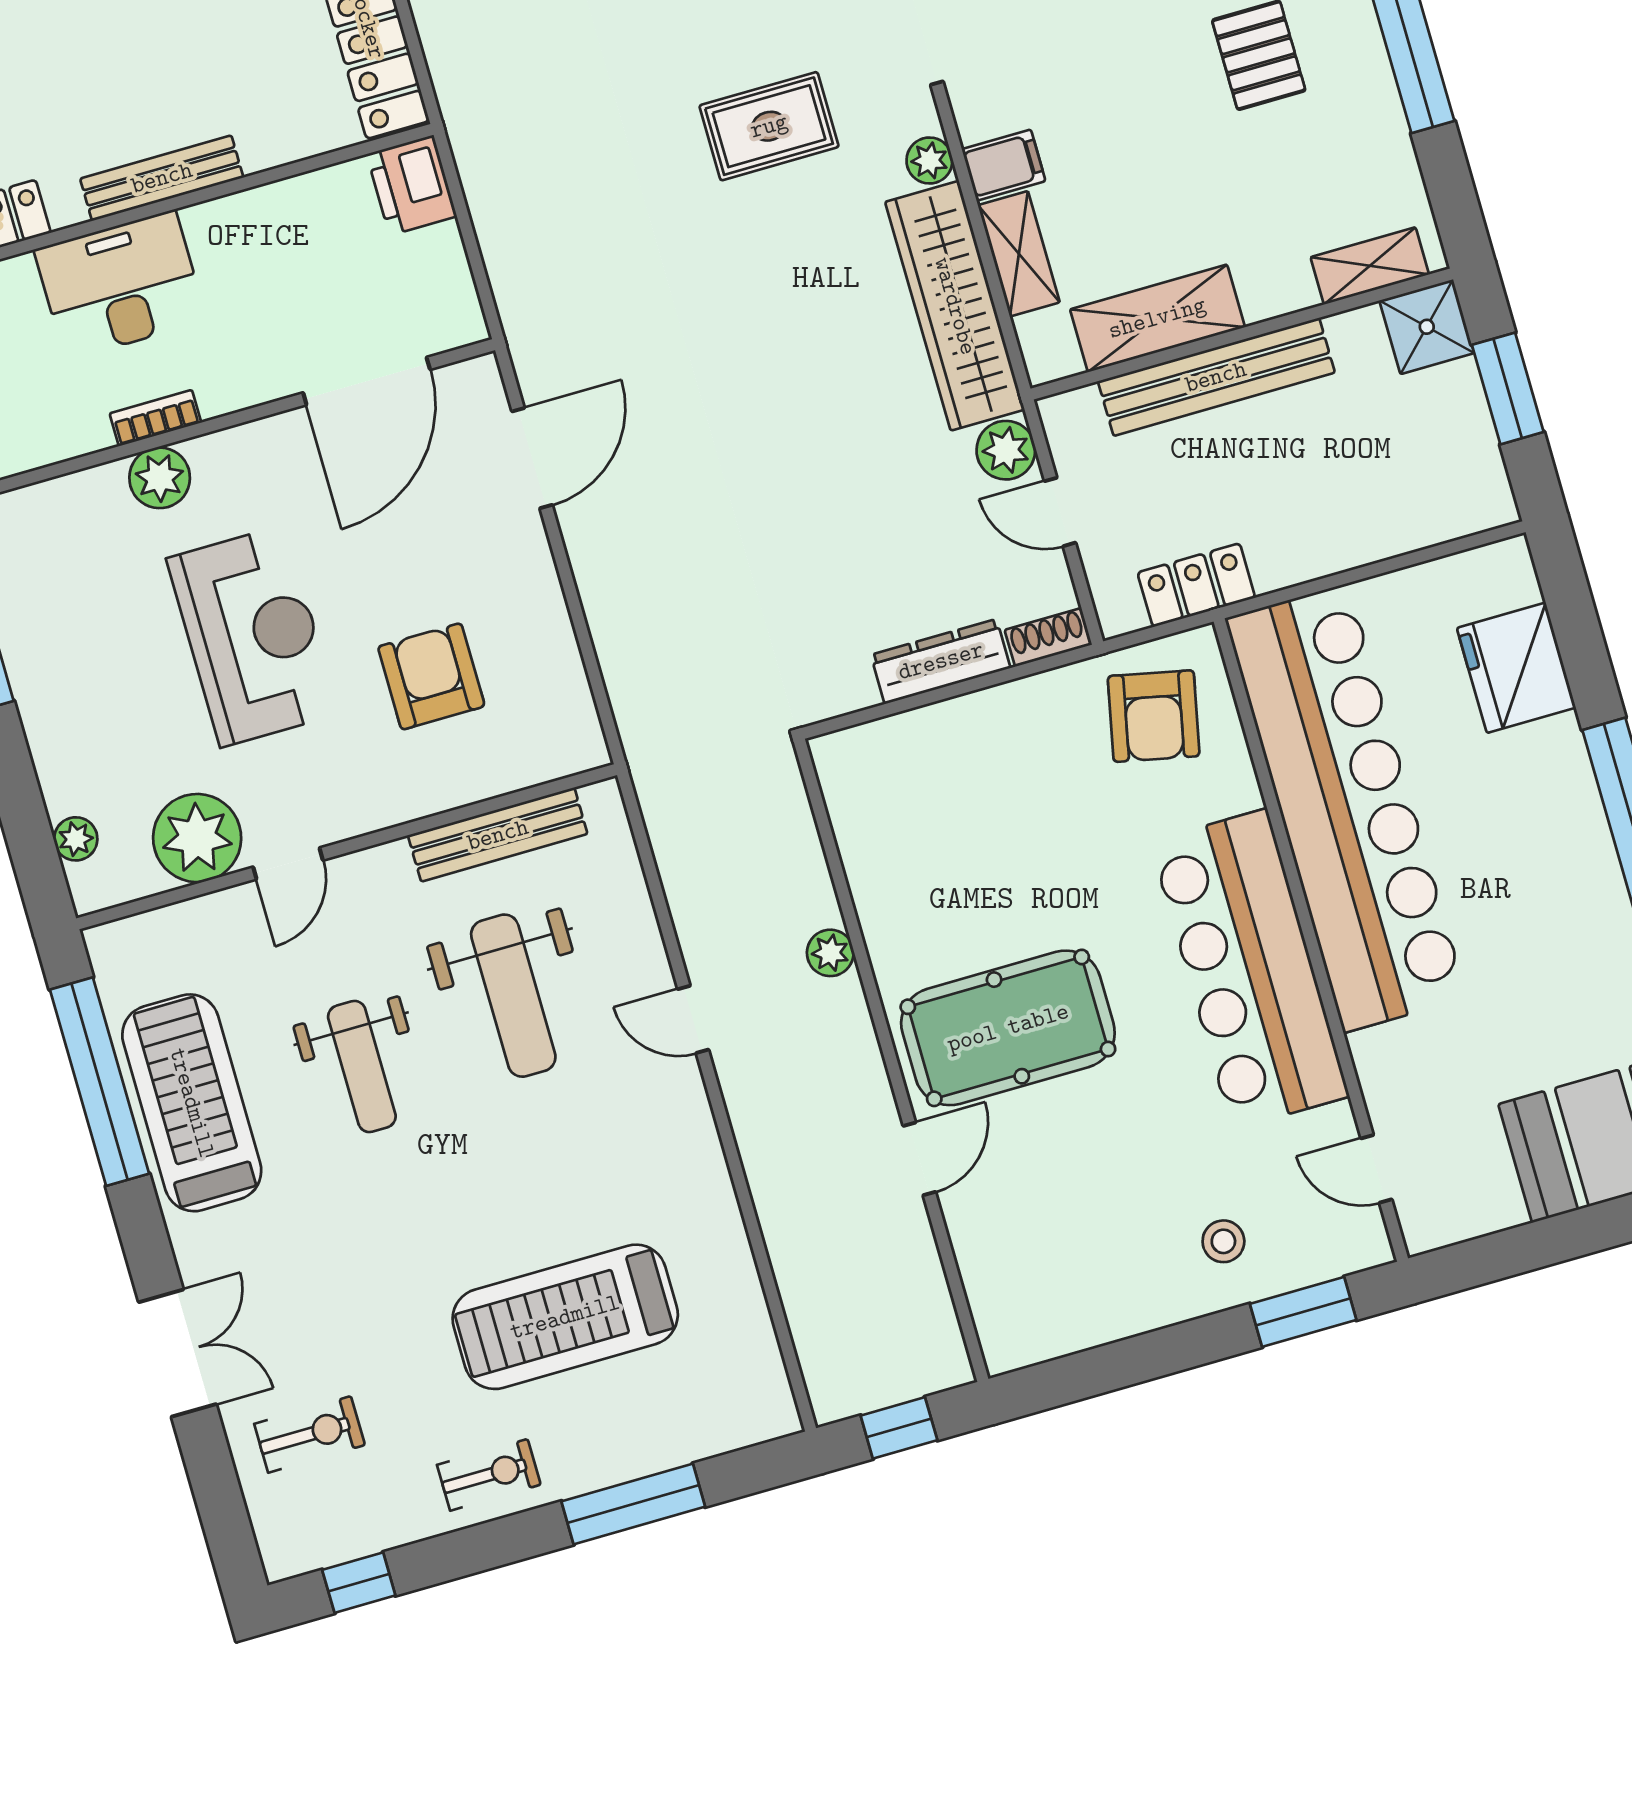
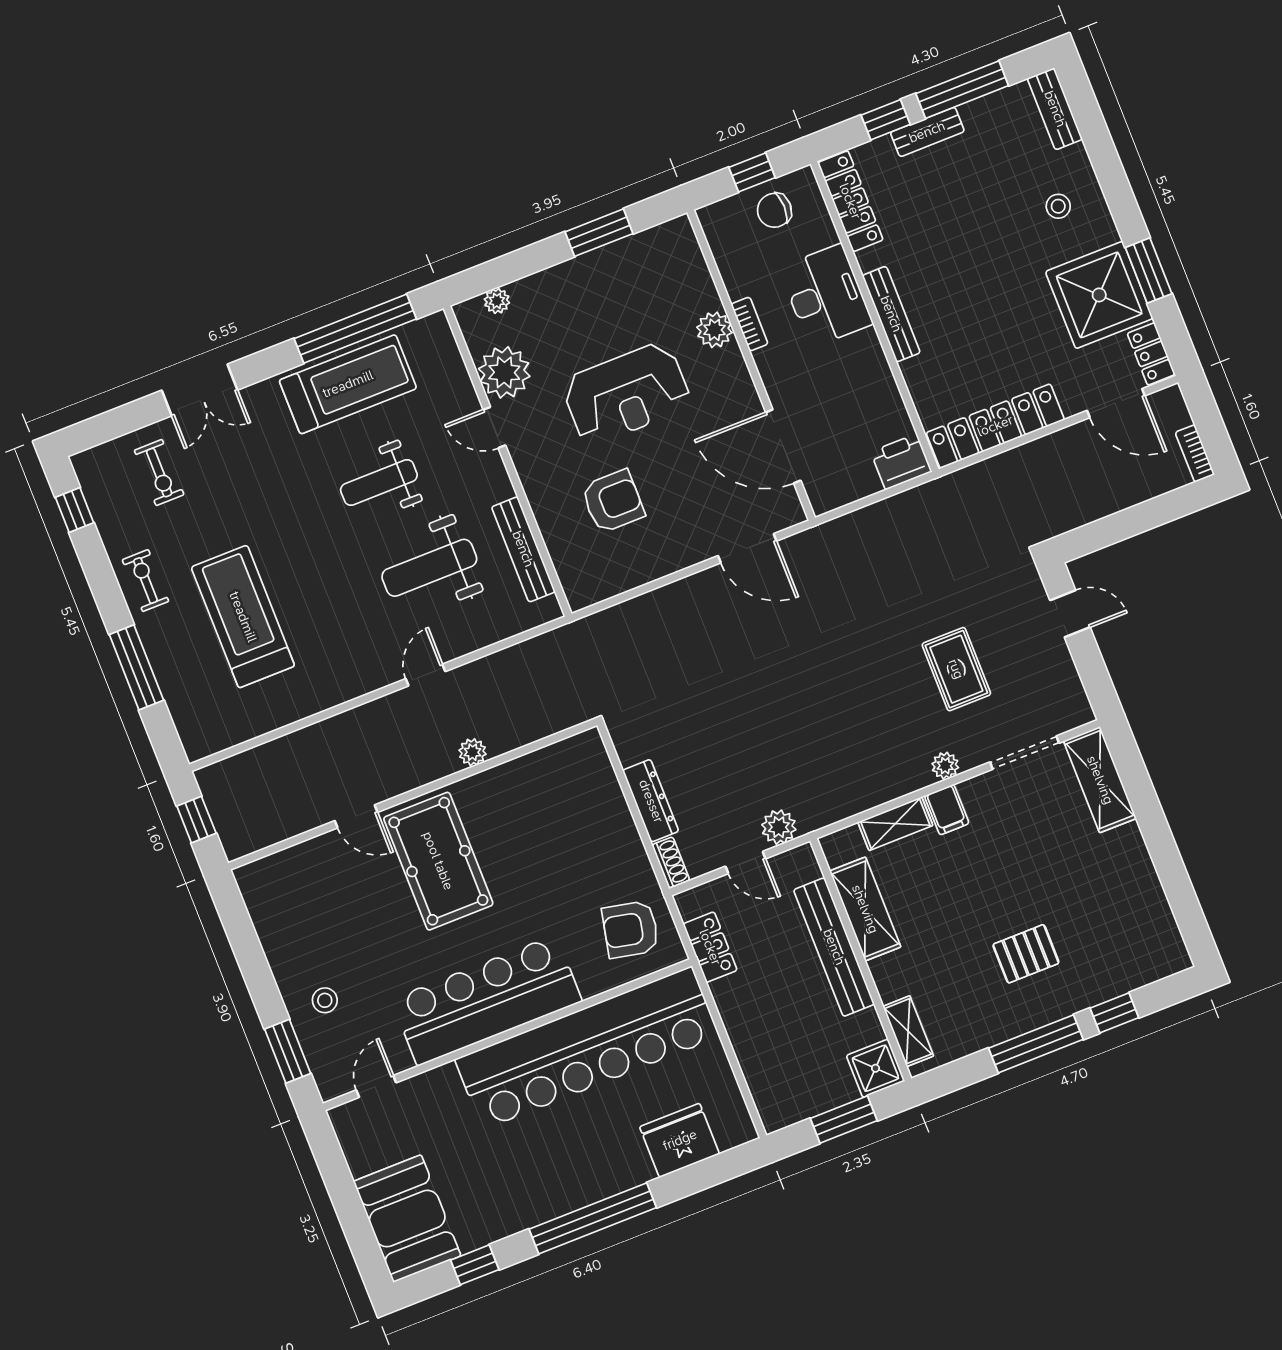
wardrobe: (955, 306) -> (861, 789), removed
door: (1060, 512) -> (745, 863), swing flipped
exercise bike: (489, 1475) -> (145, 581), turned 180

